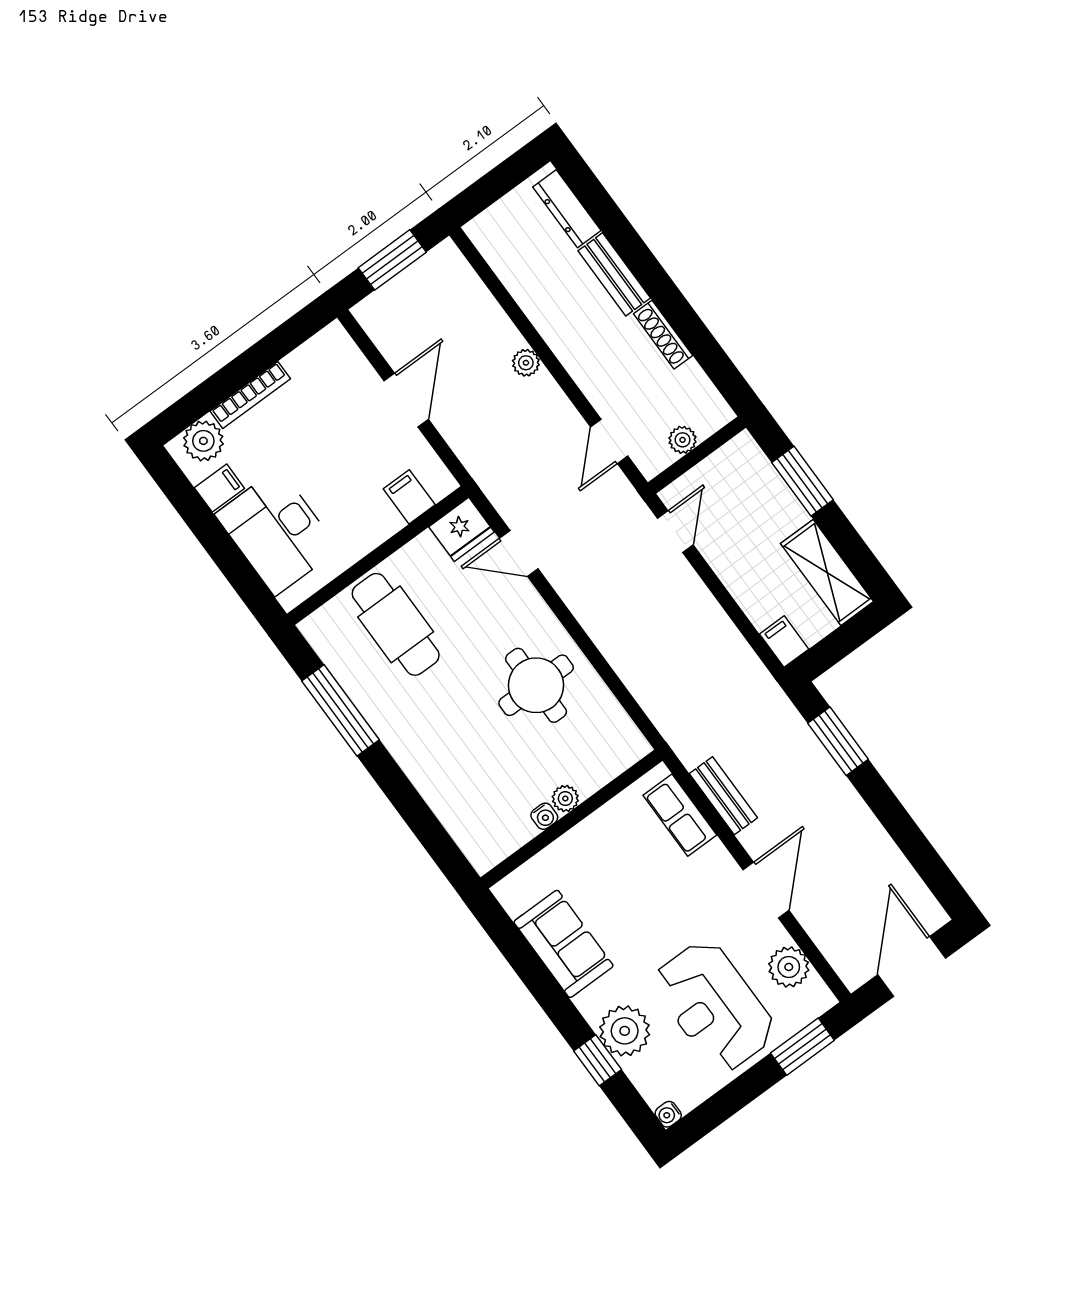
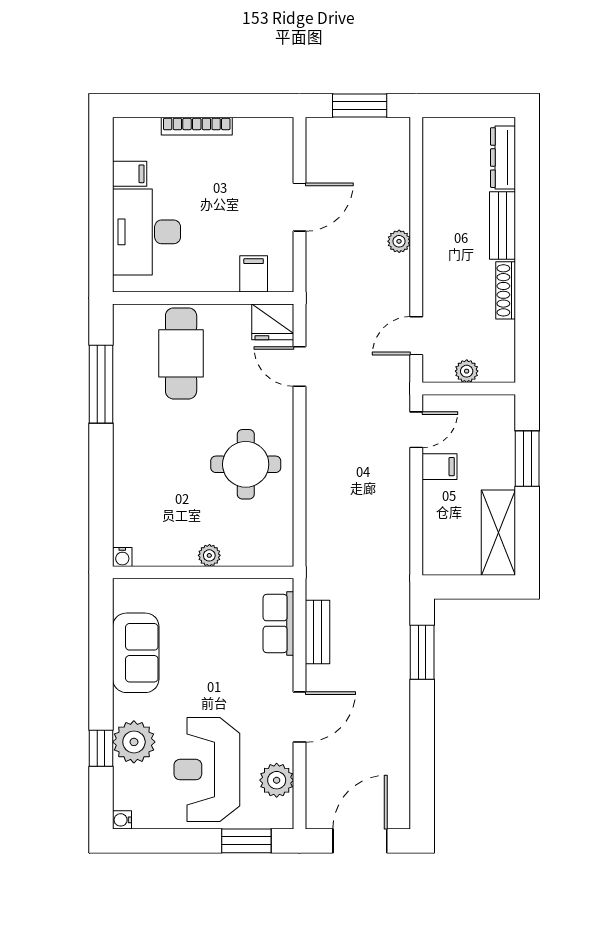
plant: (203, 441) -> (142, 134), removed
filing cabinet: (784, 642) -> (439, 467), moved, turned 90
water cooler: (544, 816) -> (122, 557), moved

